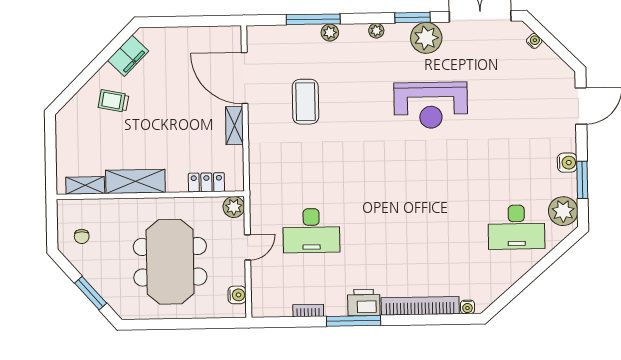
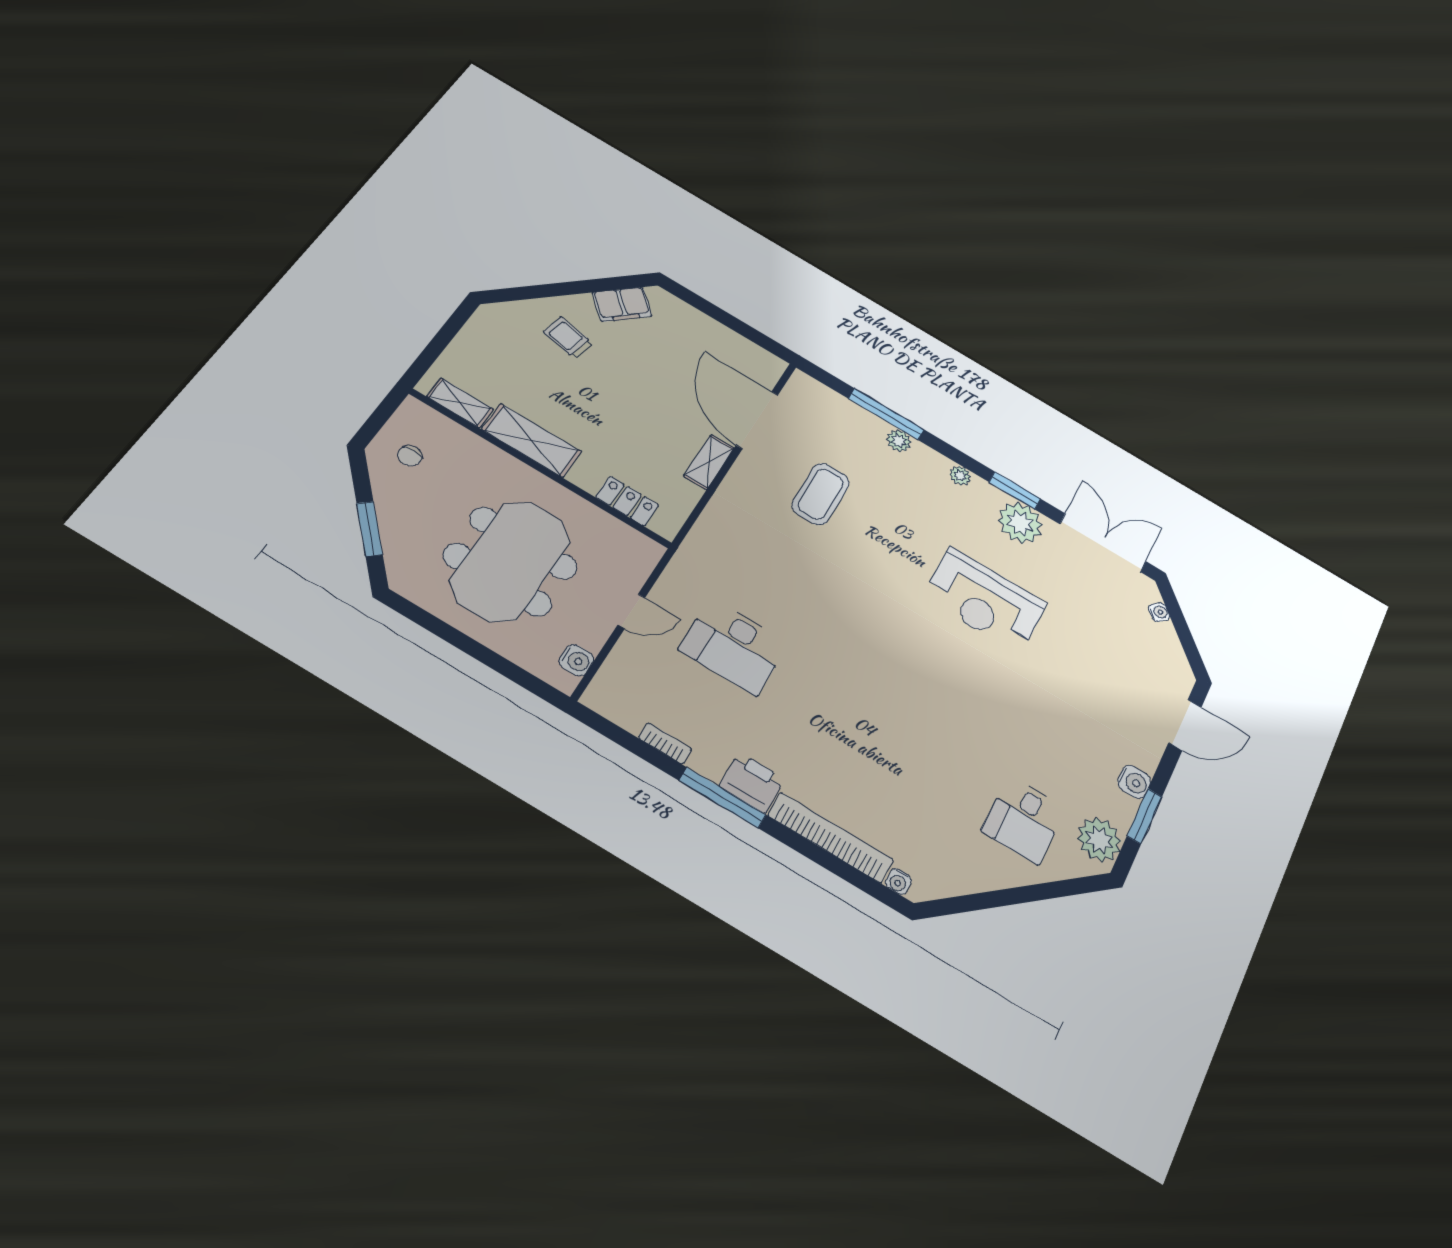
plant: (234, 207) -> (645, 552), removed
desk: (516, 227) -> (1024, 820), width x0.73

